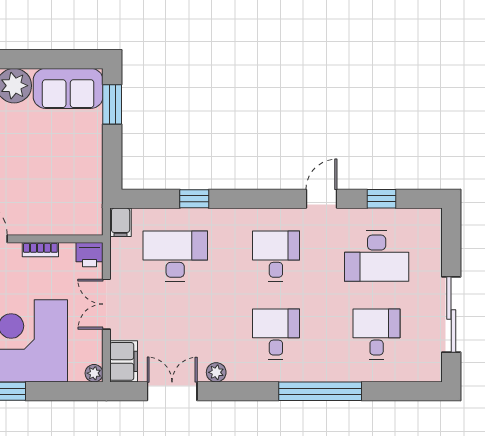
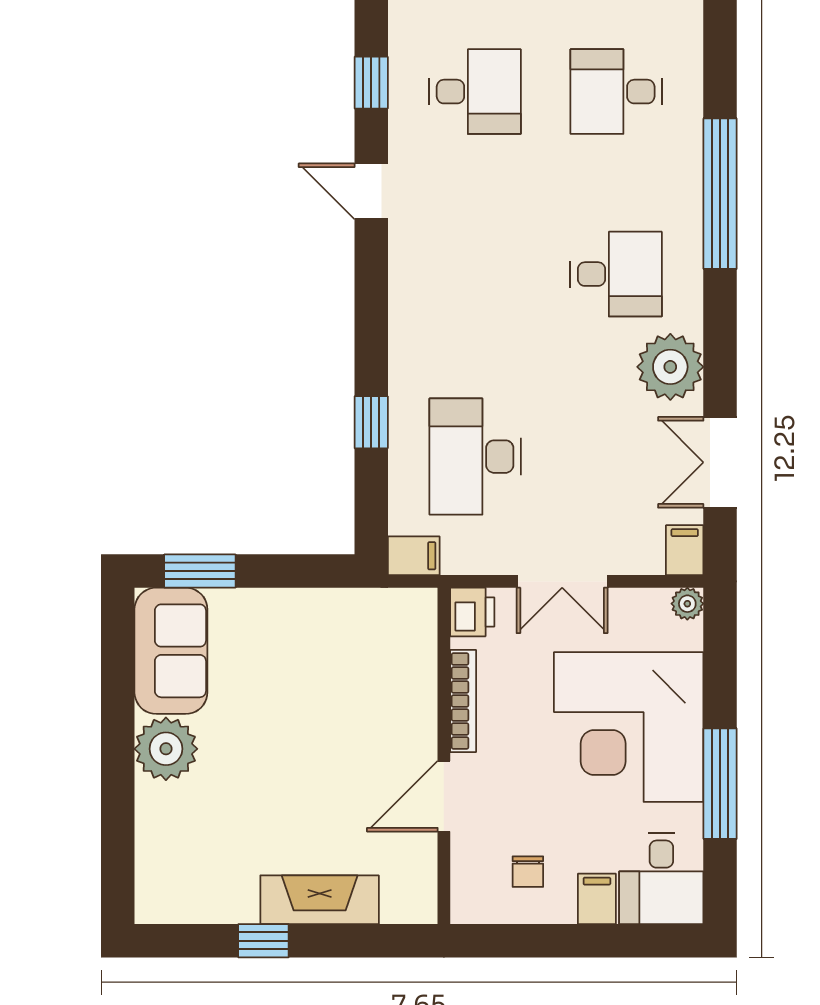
bookcase: (40, 250) -> (463, 701), width x1.56
desk: (276, 256) -> (475, 274), removed
desk: (377, 256) -> (475, 92), width x0.73
desk: (276, 334) -> (616, 274), turned 180
filing cabinet: (124, 361) -> (685, 550), width x0.50
plant: (216, 372) -> (670, 367), width x1.88, depth x1.88

